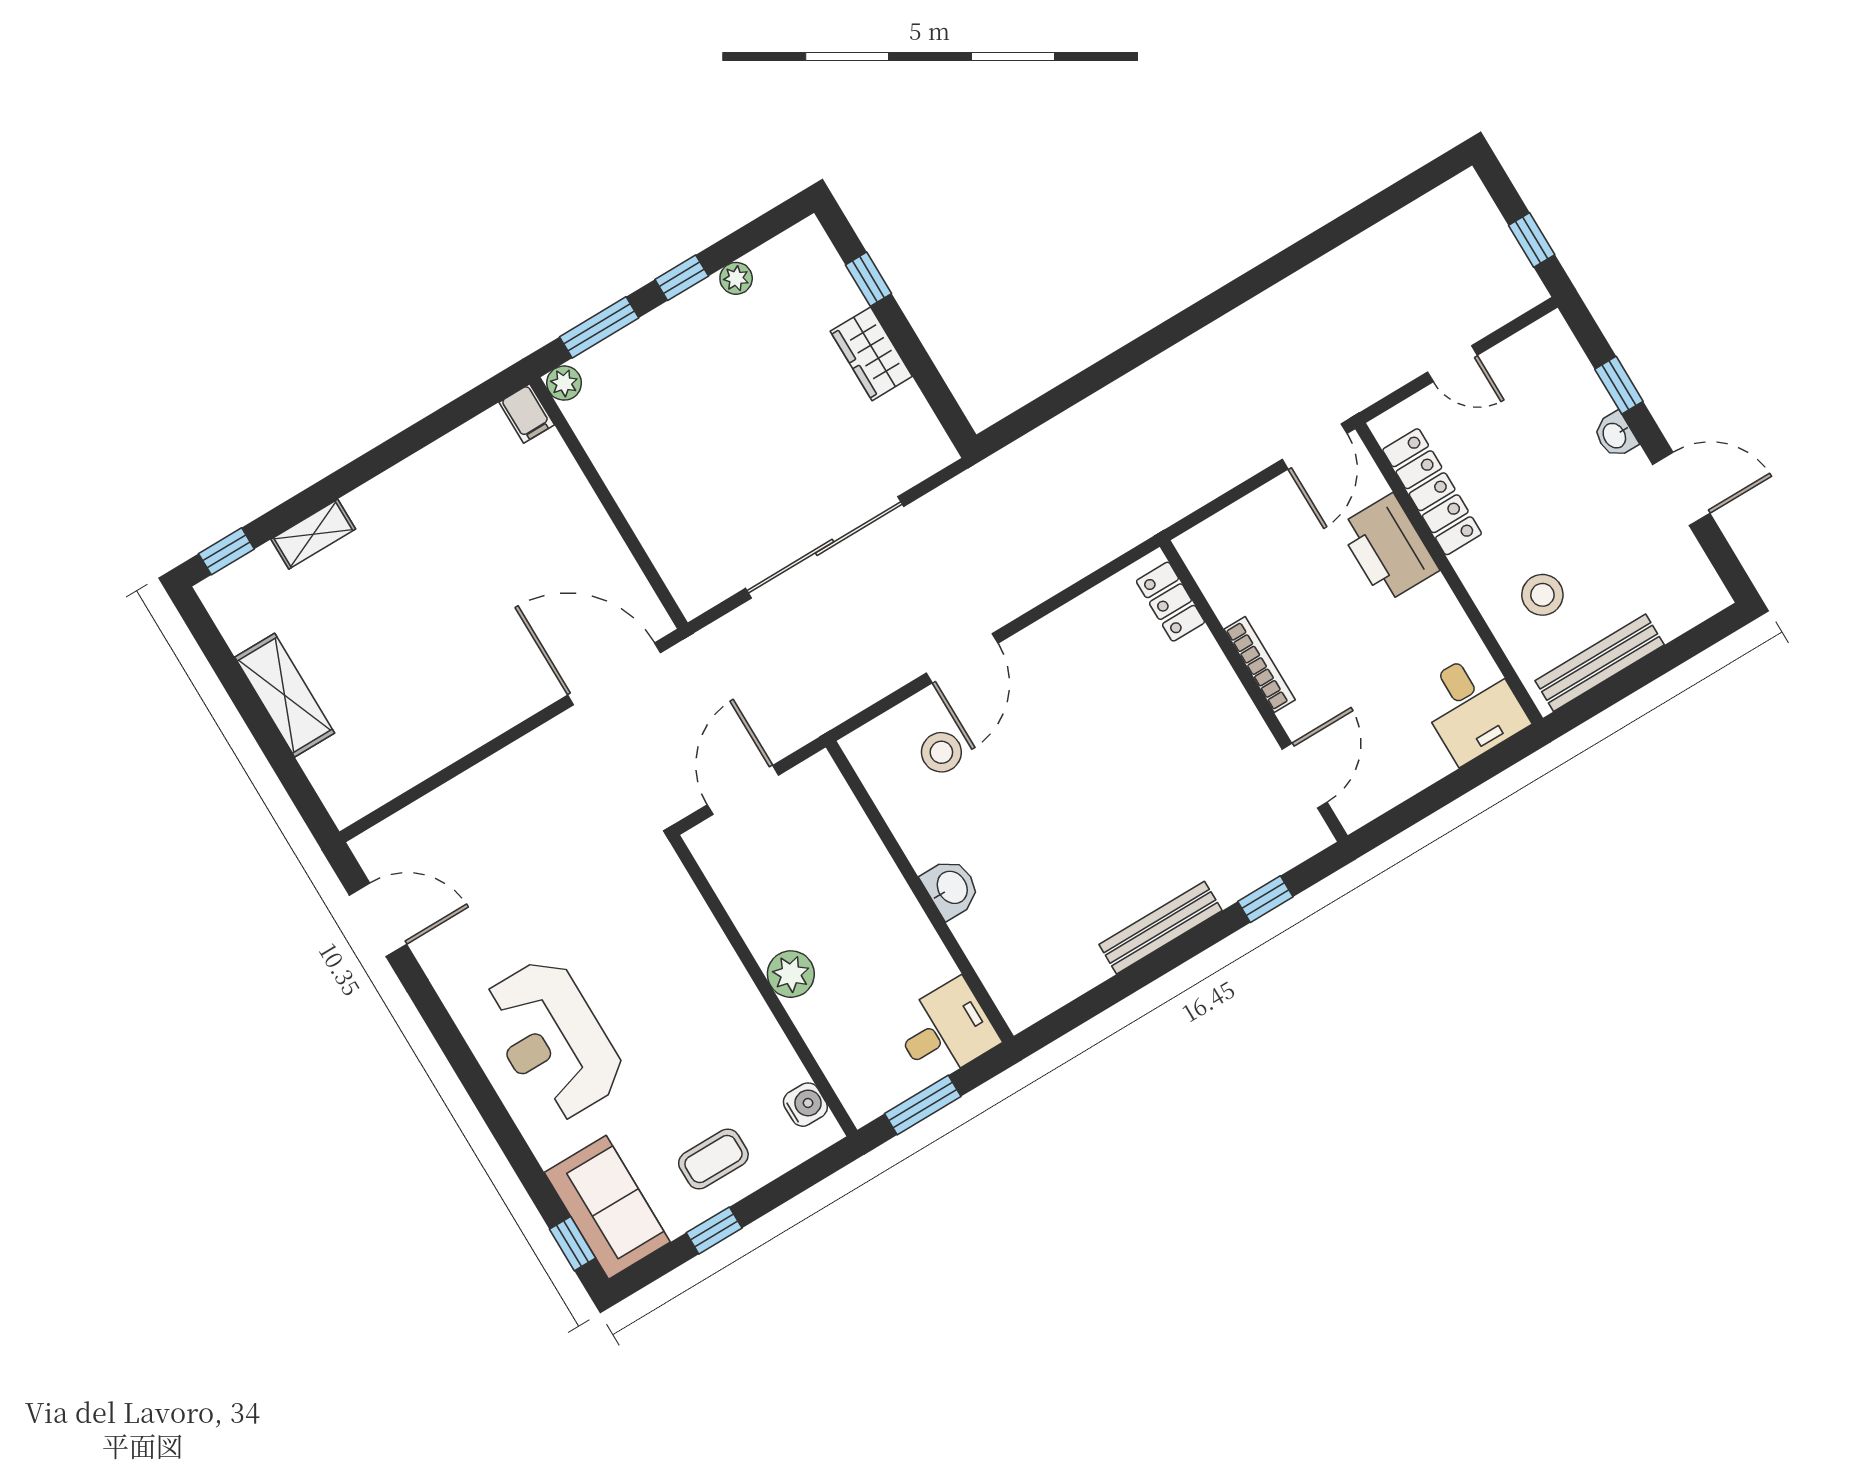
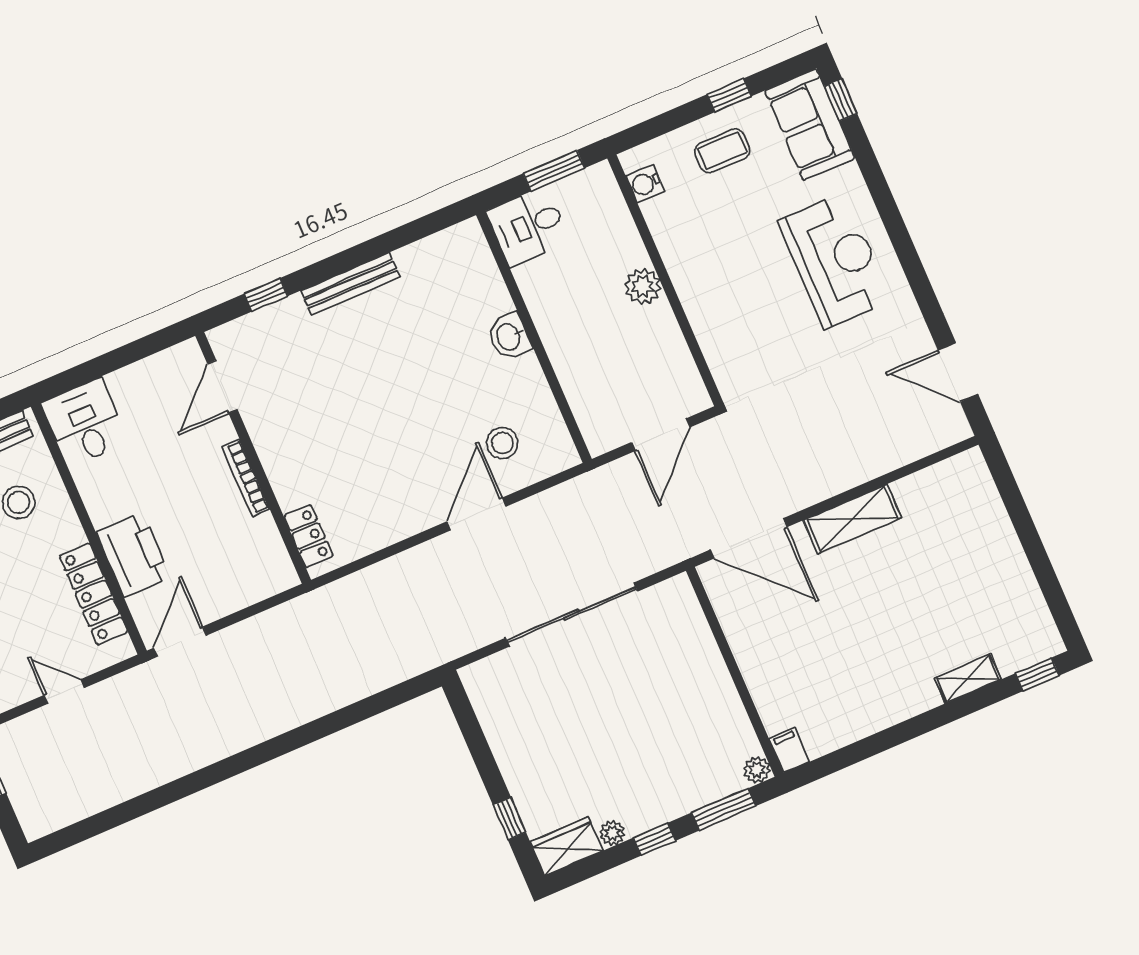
wardrobe: (871, 354) -> (567, 846), moved, turned -90
shelving: (285, 695) -> (852, 519), moved, turned 90

